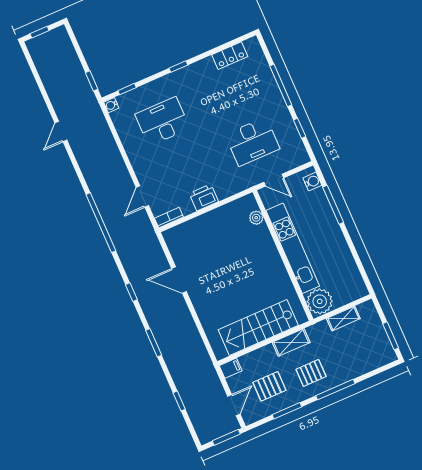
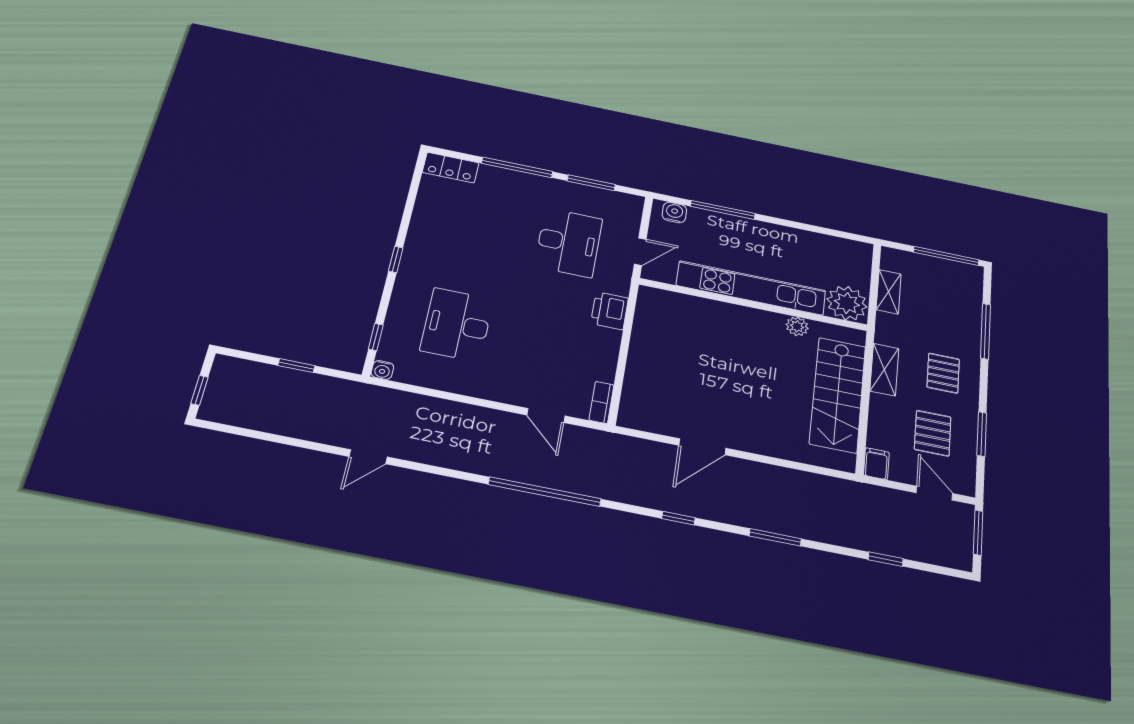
locker: (230, 56) -> (451, 168), moved, turned 90
window: (92, 81) -> (296, 366), moved
window: (300, 128) -> (591, 183), width x1.50
door: (61, 132) -> (368, 457), hinge flipped
printer: (204, 197) -> (610, 311), moved
plant: (256, 218) -> (797, 326), moved
window: (391, 336) -> (946, 256), width x1.44
window: (335, 390) -> (985, 331), moved

